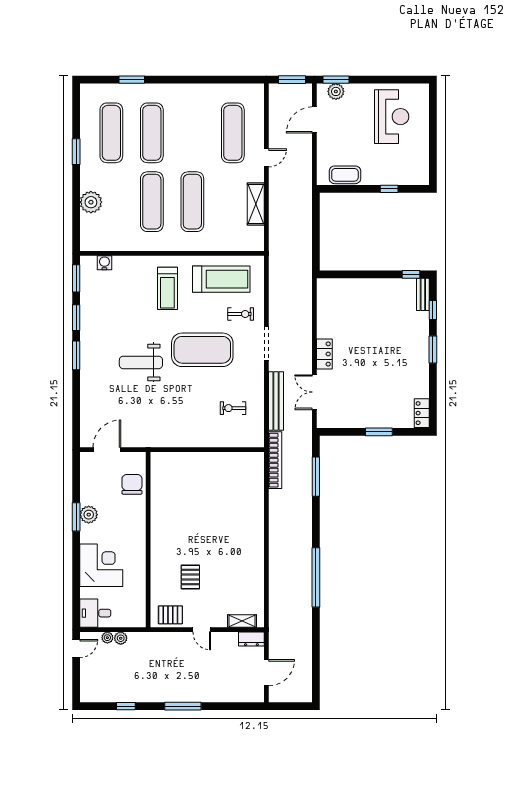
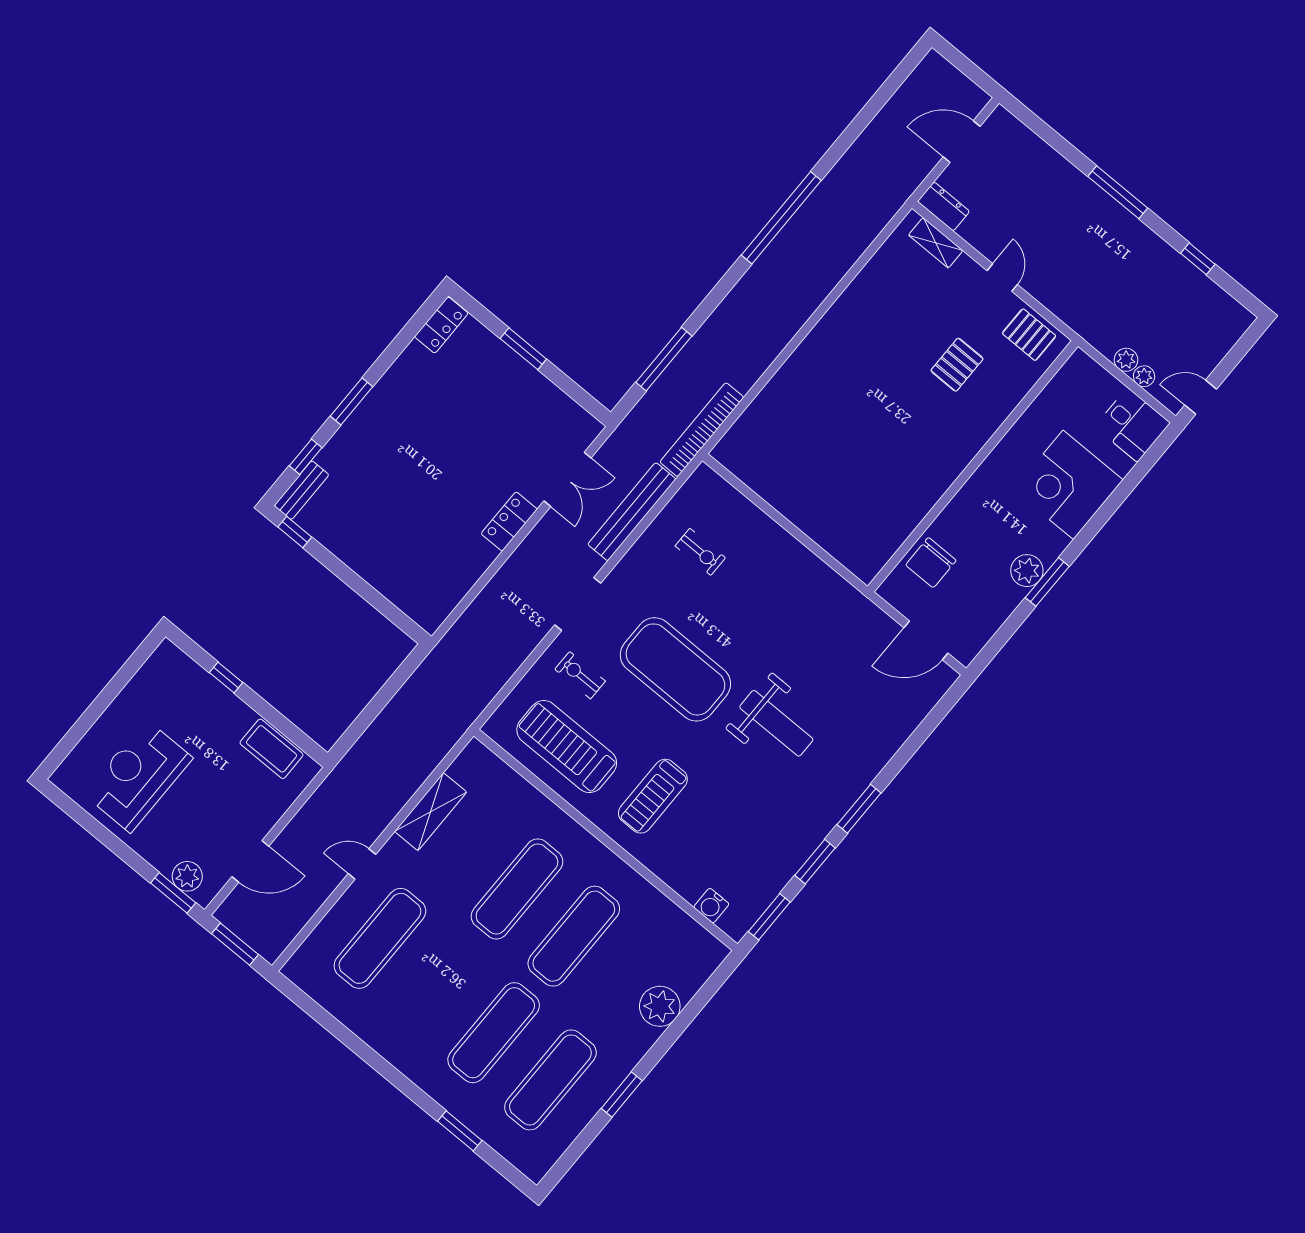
treadmill: (167, 288) -> (653, 796), turned 180

